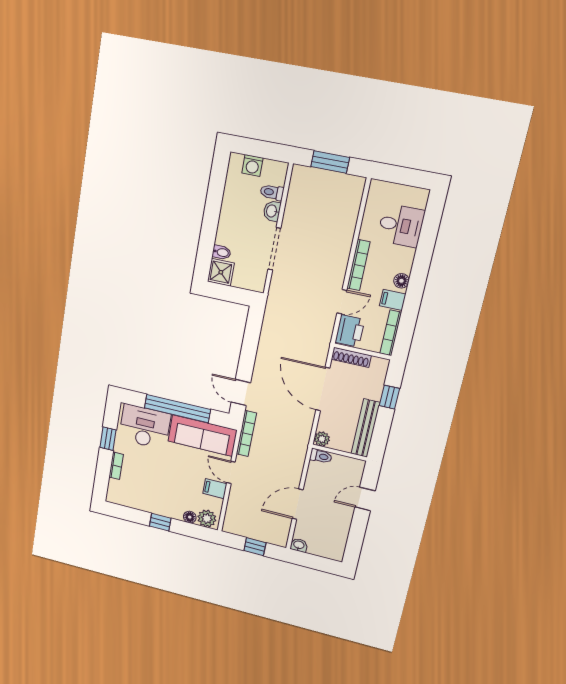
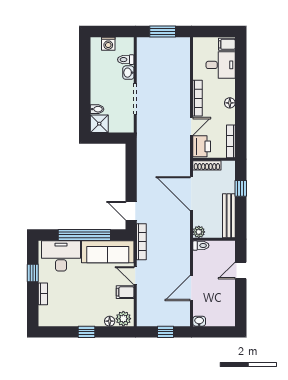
filing cabinet: (393, 300) -> (227, 44), moved

